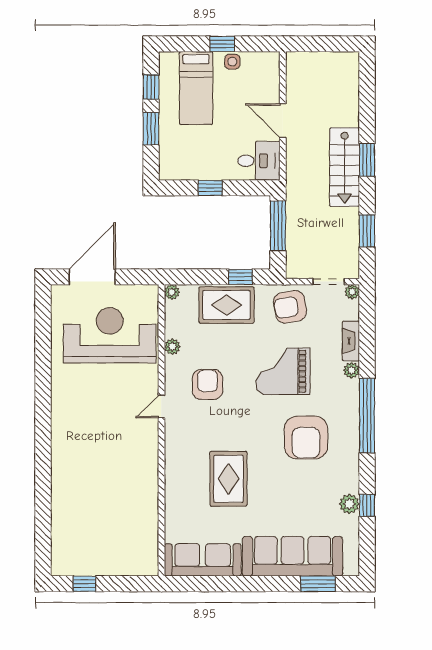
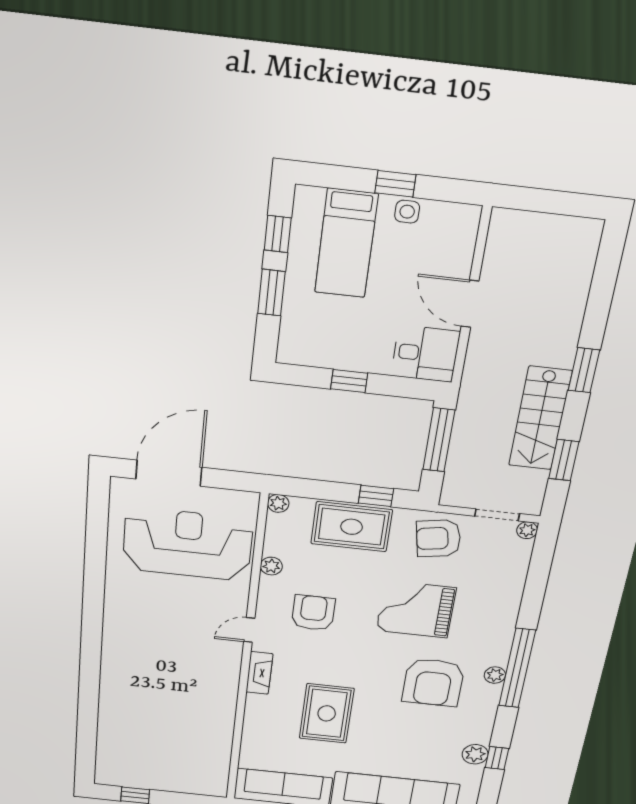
stairs: (345, 167) -> (540, 419), moved
fireplace: (351, 341) -> (259, 673), moved, turned 180
plant: (351, 370) -> (495, 675), moved

